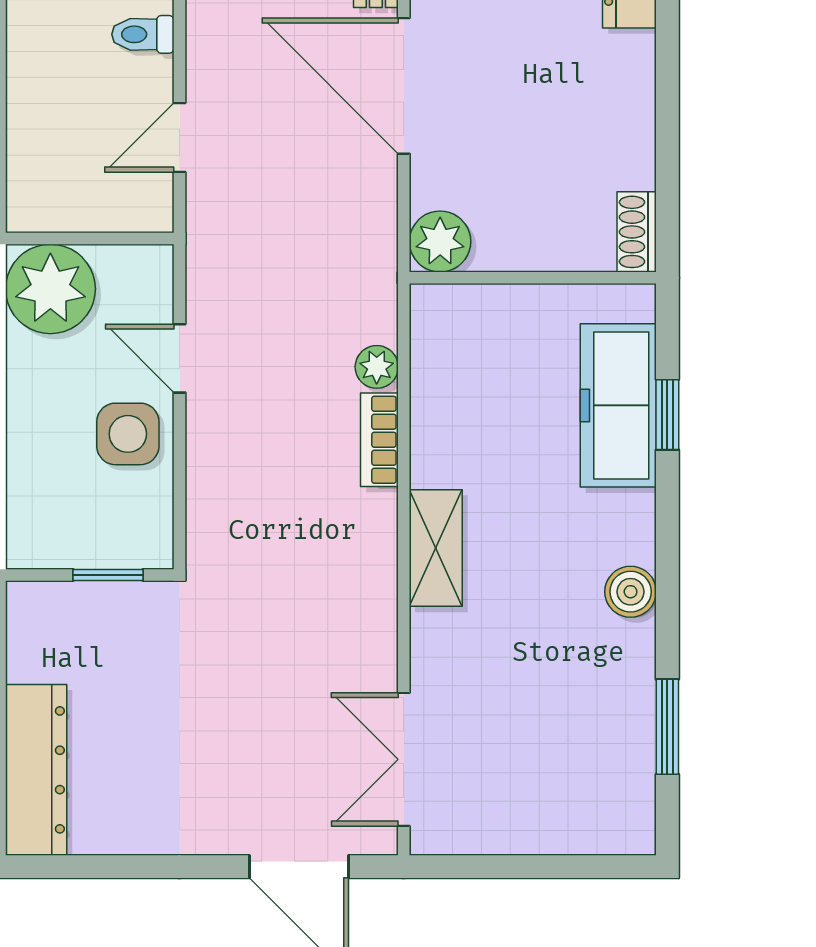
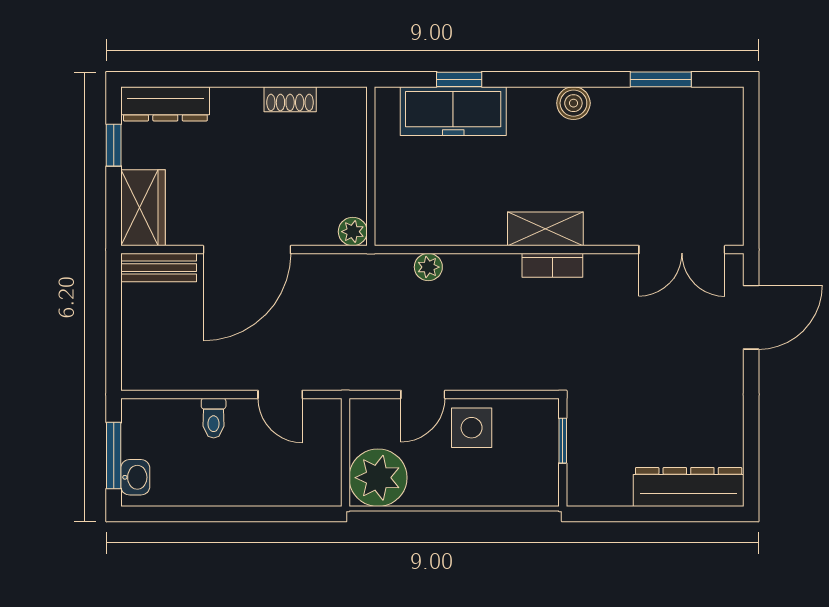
shoe rack: (637, 232) -> (290, 99), moved
plant: (440, 242) -> (353, 232), width x0.73, depth x0.73
bookcase: (379, 440) -> (552, 265), moved

